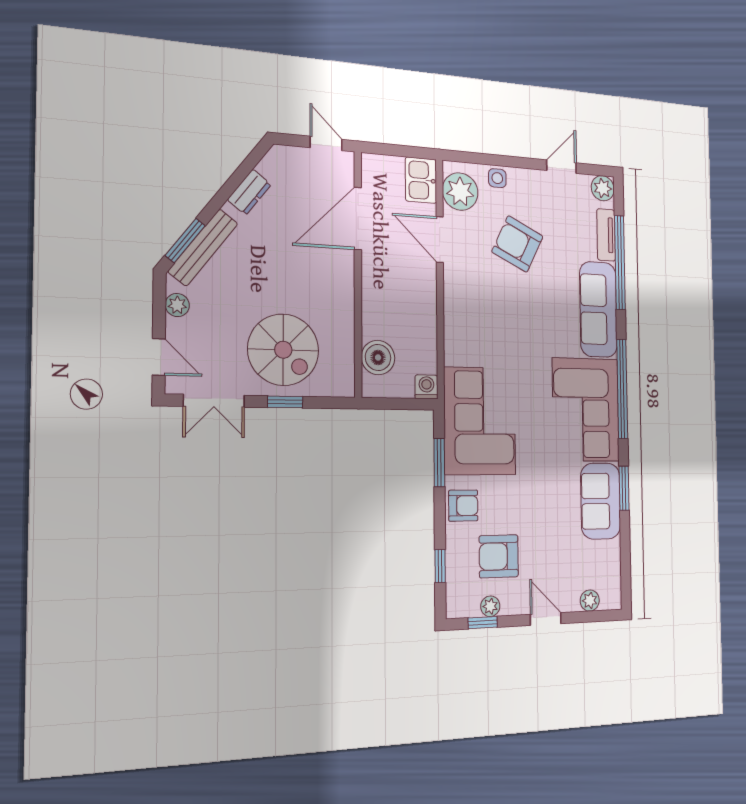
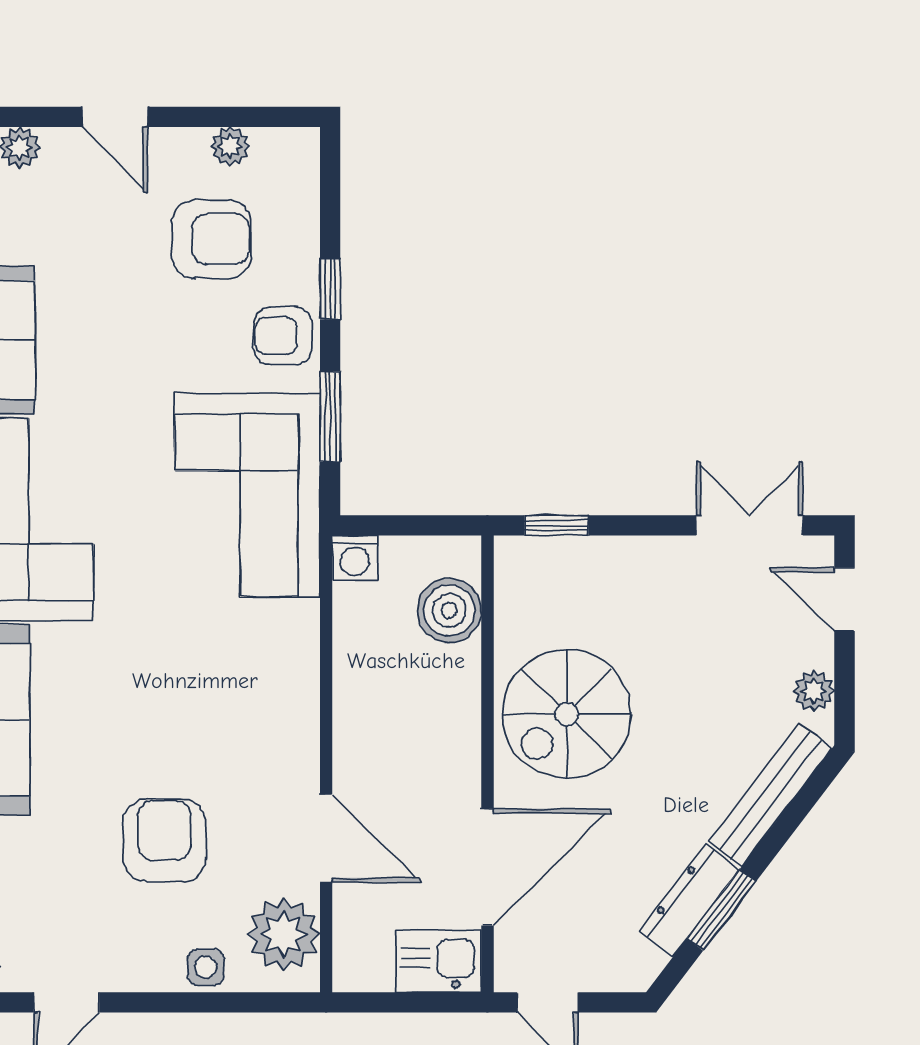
kitchen sink: (421, 180) -> (439, 961), moved, turned -90
dresser: (249, 192) -> (689, 900), width x1.44
window: (185, 240) -> (721, 910), moved
armchair: (517, 244) -> (164, 840), turned -116
spiral stairs: (283, 350) -> (567, 714), moved, turned -90
window: (285, 402) -> (556, 525), moved
window: (440, 566) -> (330, 289), moved
window: (483, 623) -> (246, 117), removed

